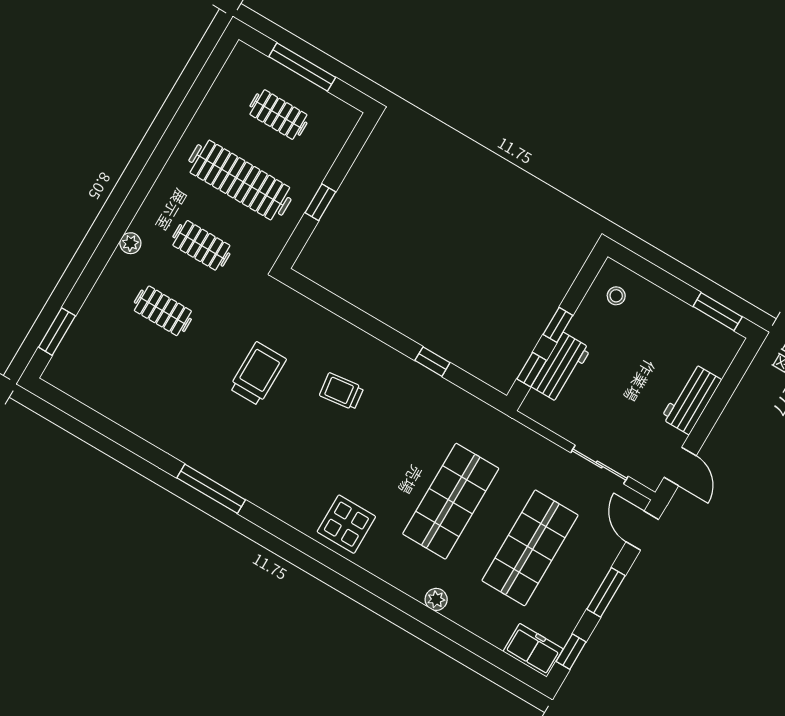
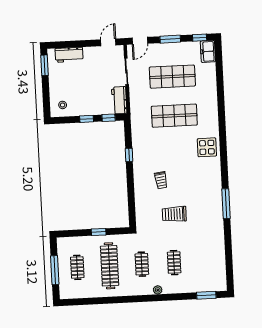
workbench: (561, 368) -> (119, 100), moved, turned -90
workbench: (691, 399) -> (69, 55), moved
plant: (436, 599) -> (213, 98), removed

